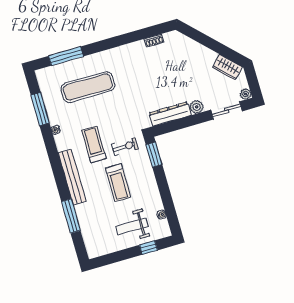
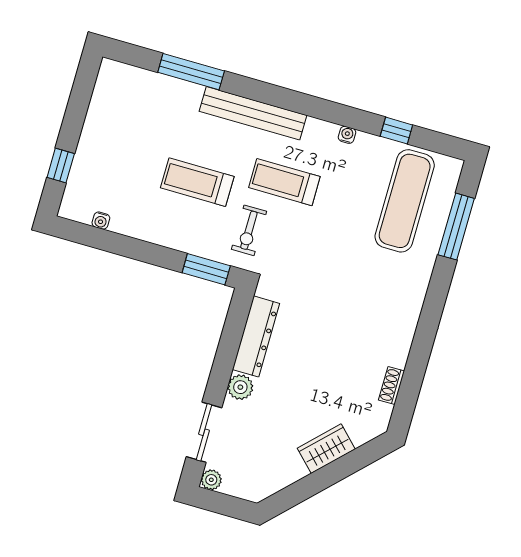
wardrobe: (227, 67) -> (326, 449), moved
exercise mat: (88, 87) -> (405, 201), moved
window: (40, 109) -> (396, 131), width x0.46
treadmill: (94, 144) -> (284, 182), turned 180
weight bench: (132, 226) -> (112, 161), removed

